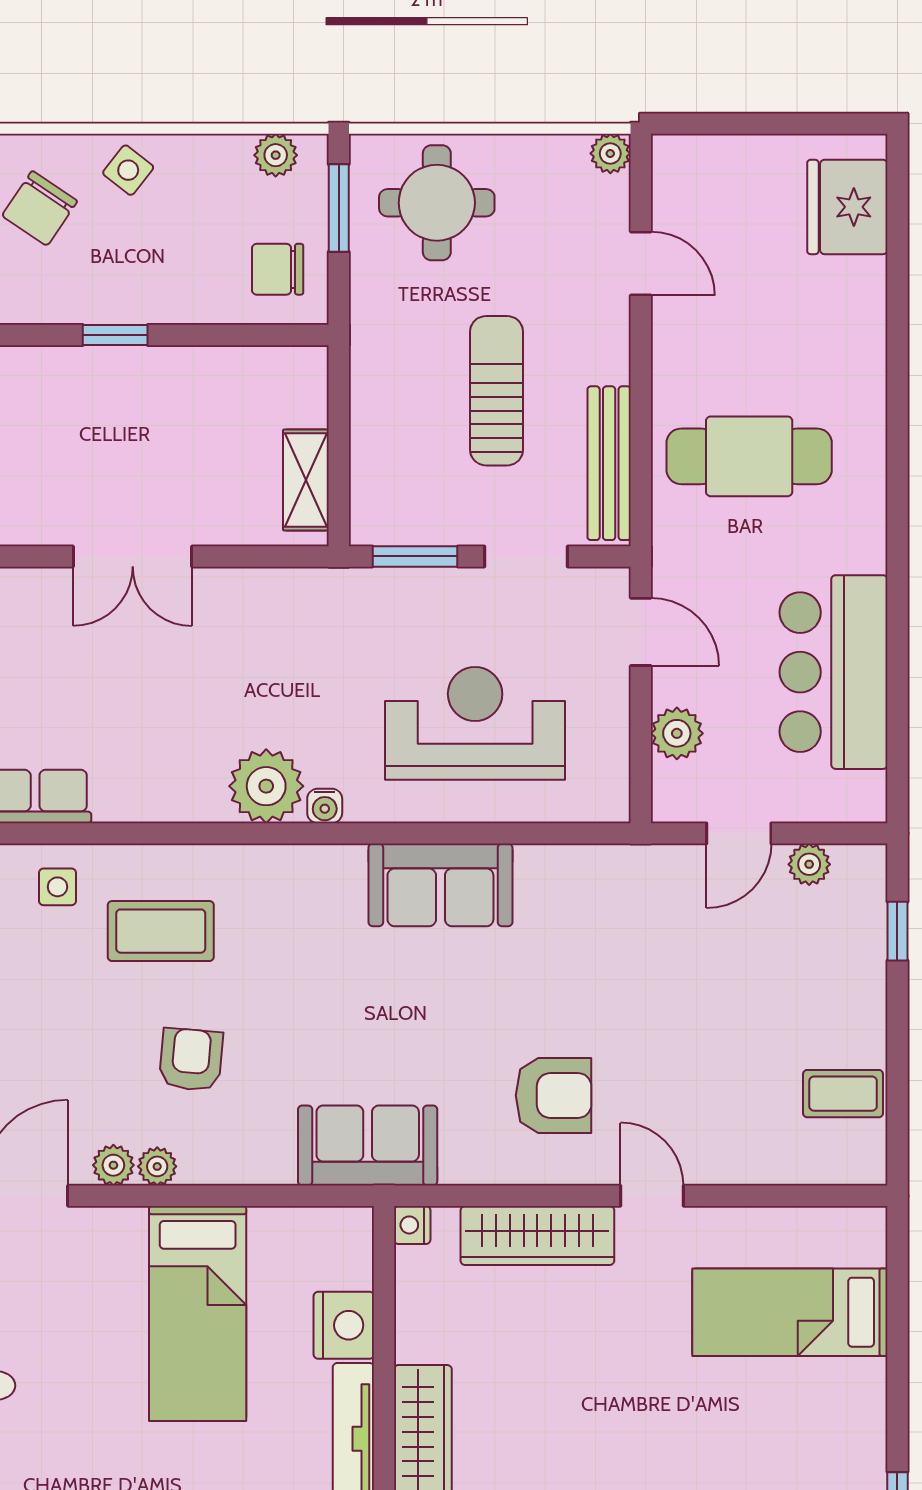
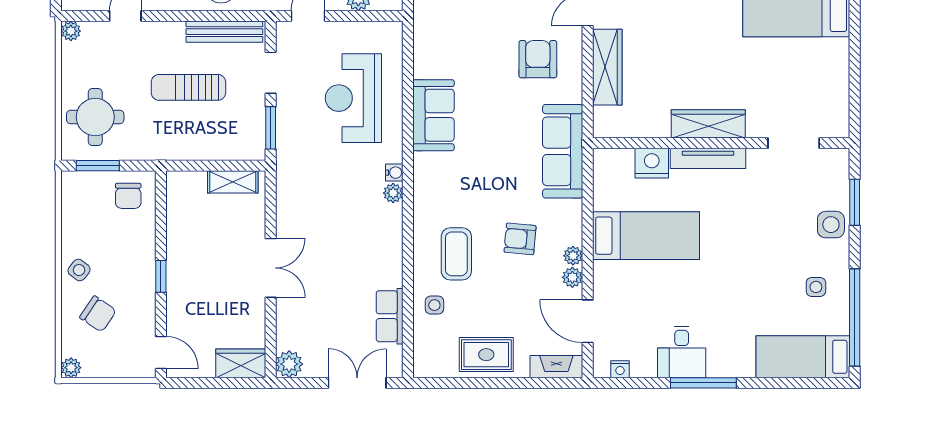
plant: (276, 155) -> (72, 197), removed
plant: (266, 786) -> (393, 193), width x0.53, depth x0.53
sofa: (368, 1146) -> (563, 151), width x1.36
nightstand: (412, 1225) -> (602, 129), removed

